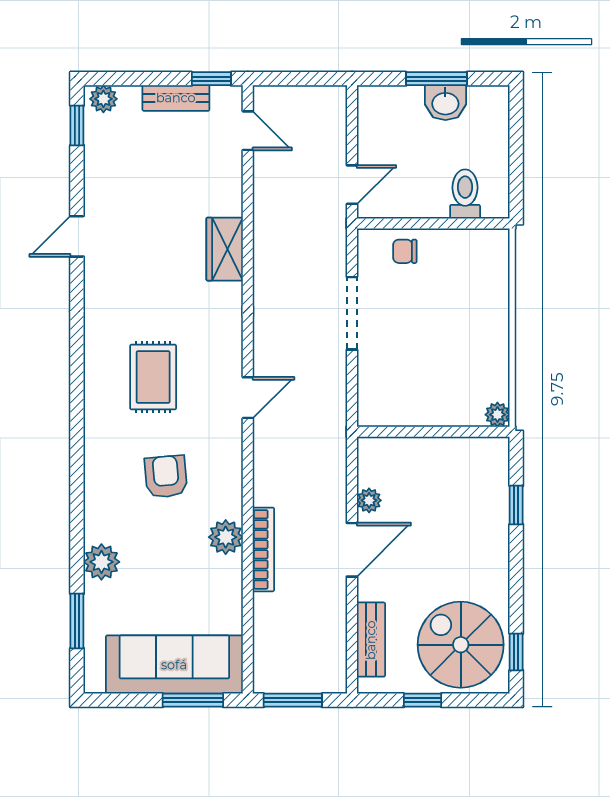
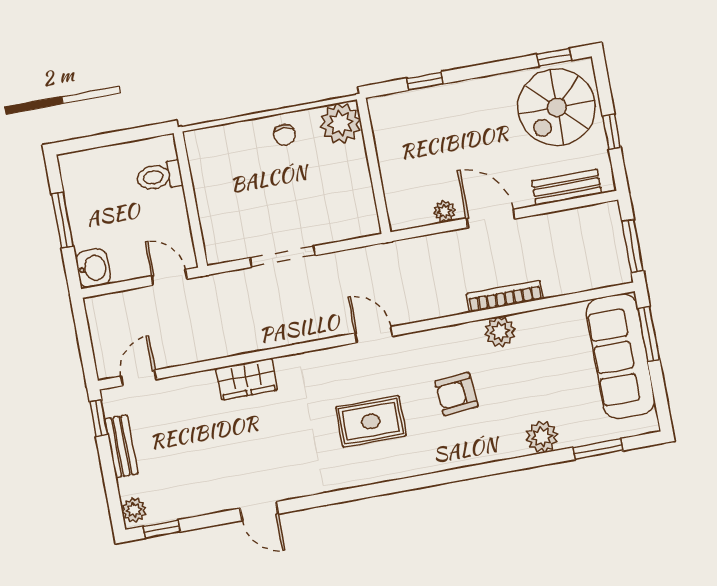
washbasin: (445, 103) -> (93, 268), moved
chair: (405, 251) -> (285, 135), moved
plant: (497, 415) -> (341, 123), width x1.88, depth x1.88

